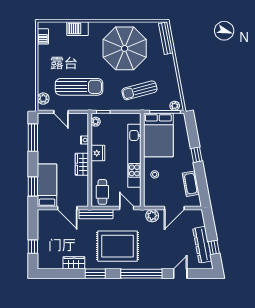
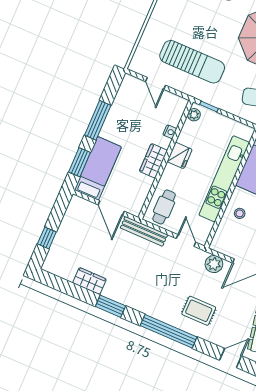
plant: (43, 99) -> (140, 57), removed
window: (33, 138) -> (98, 120), moved
rug: (117, 246) -> (199, 311), moved, width x0.54, depth x0.49
door: (180, 274) -> (231, 358), moved

